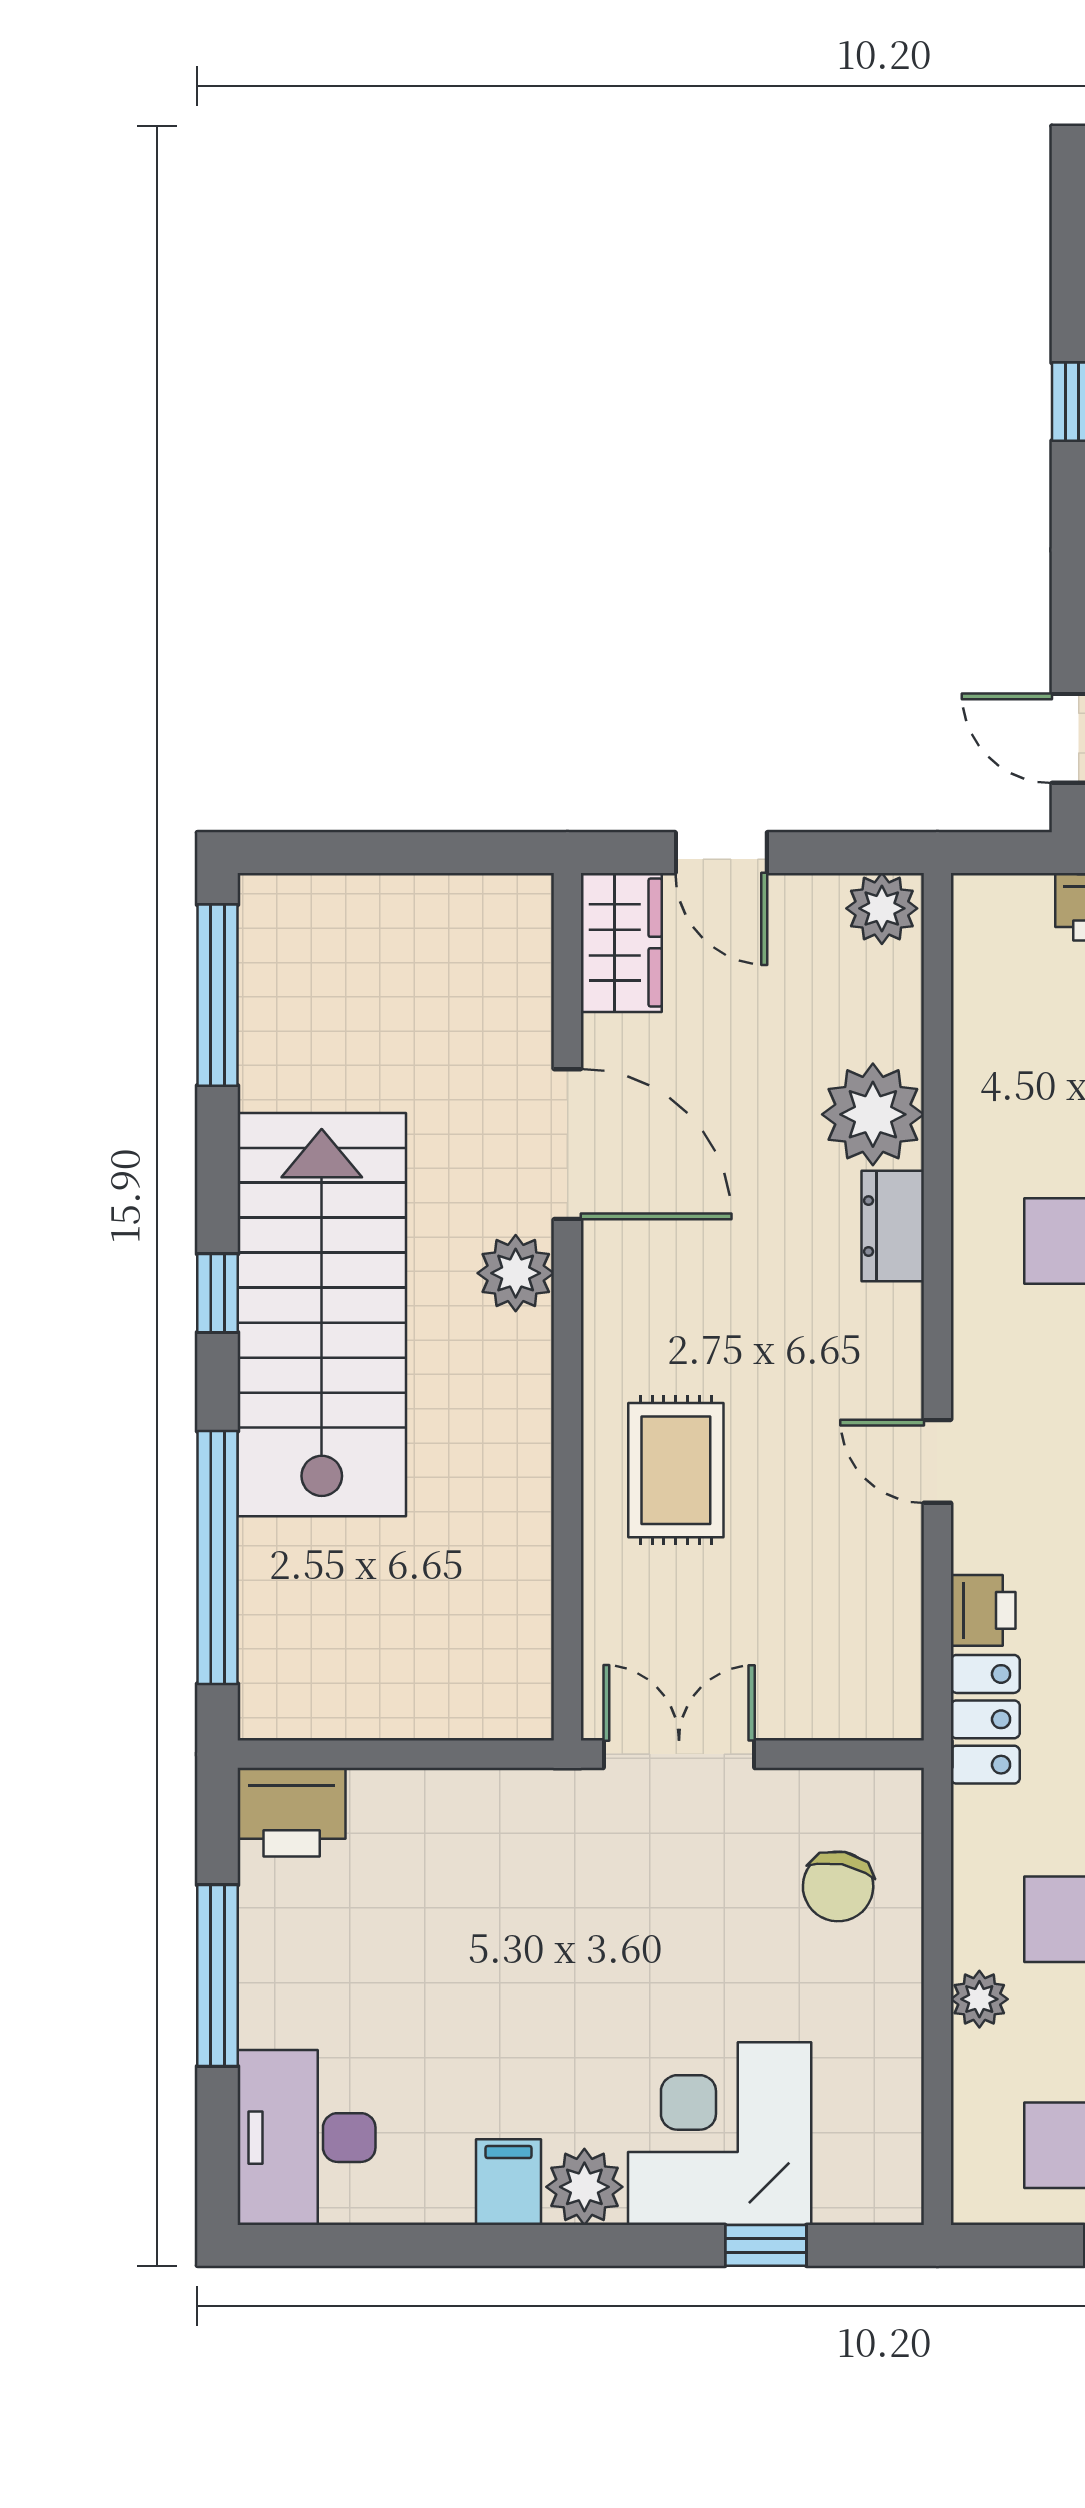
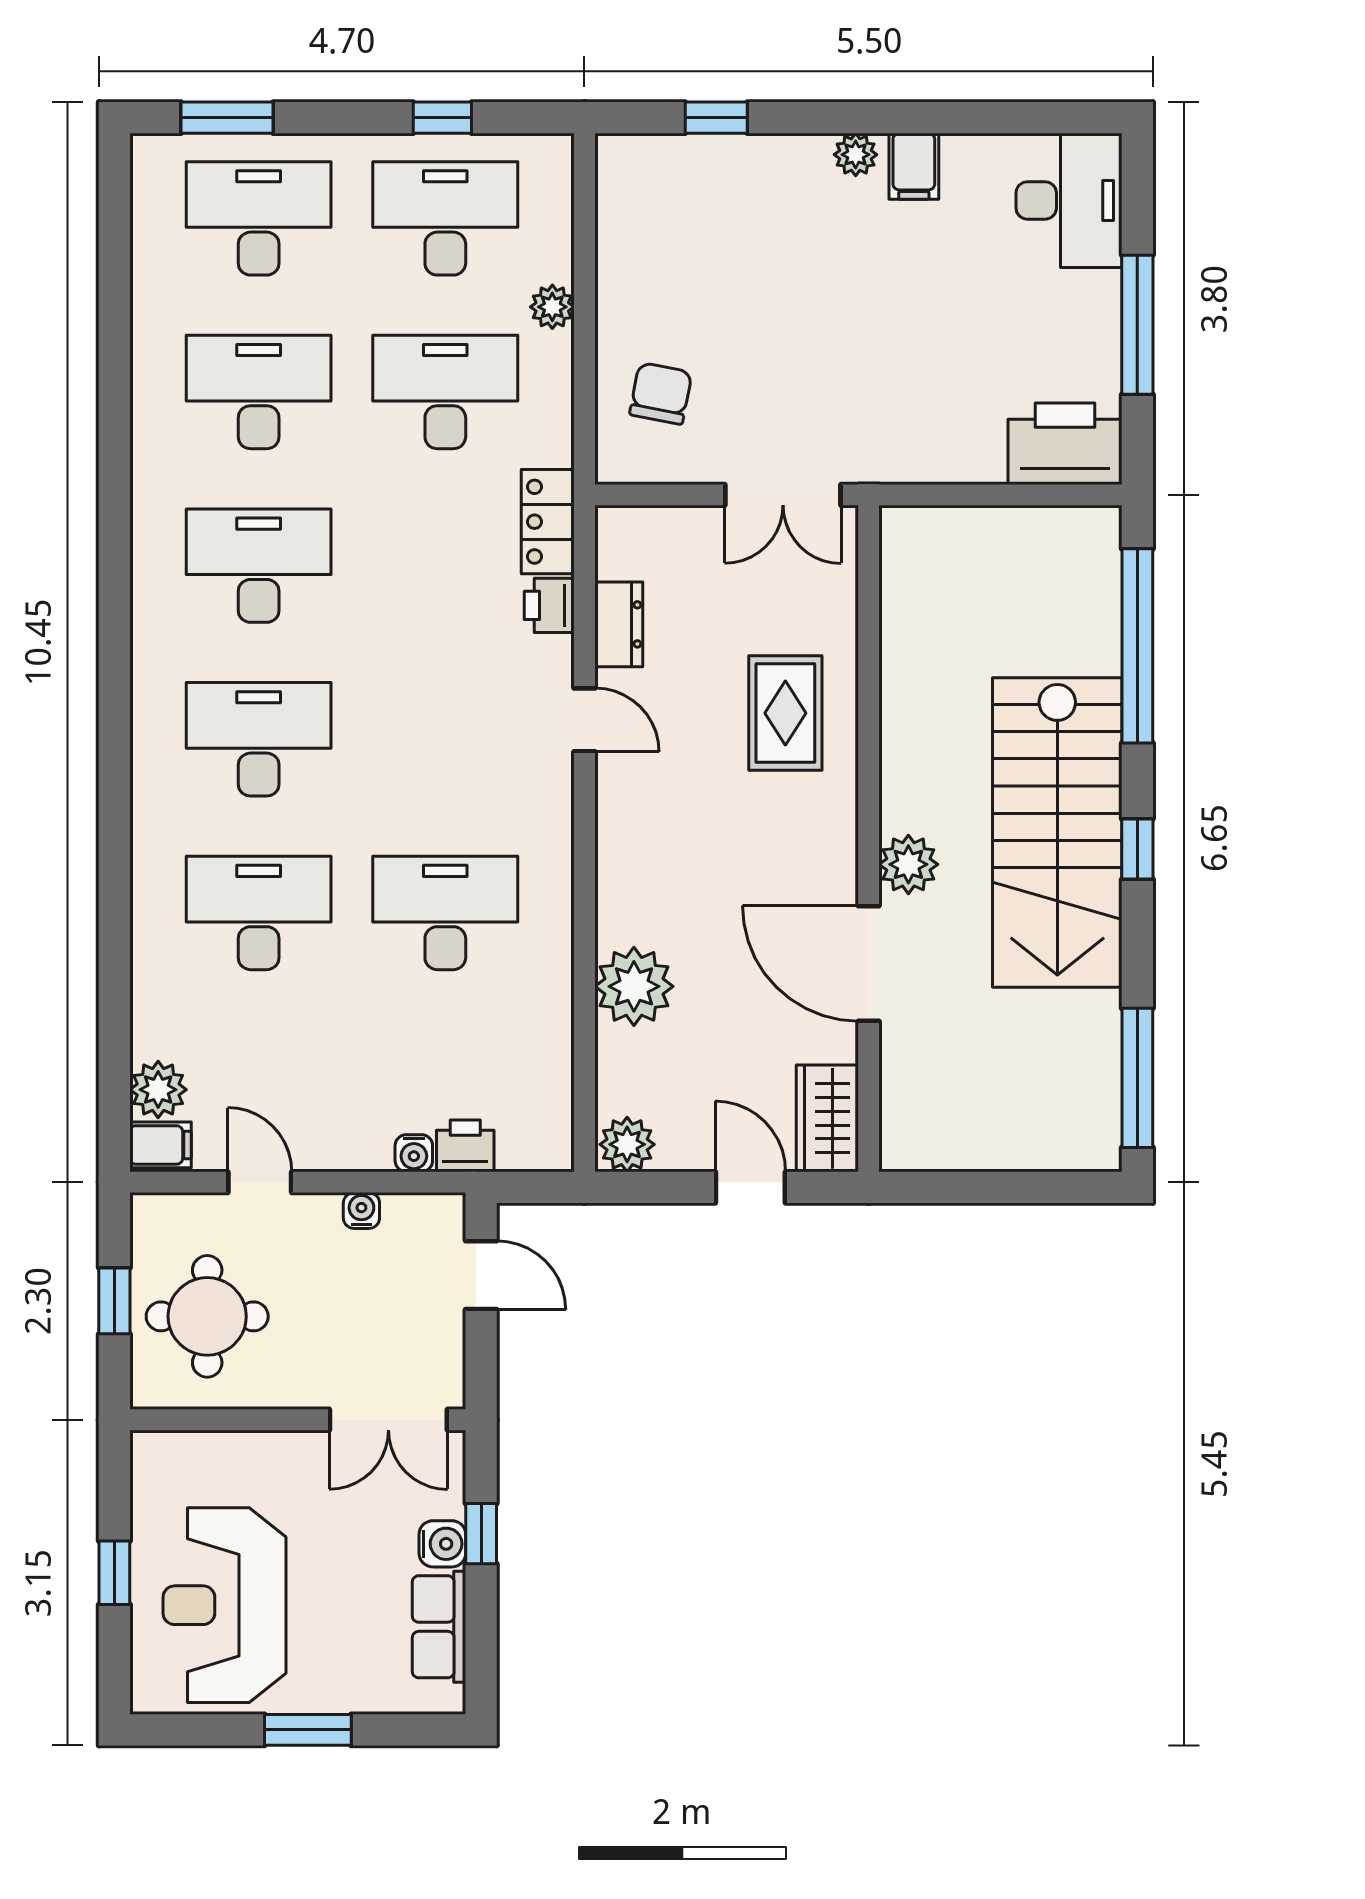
dresser: (893, 1226) -> (619, 624), moved
printer: (292, 1812) -> (1065, 444), width x1.37, depth x1.19
corner desk: (720, 2134) -> (752, 203), removed
plant: (584, 2187) -> (856, 155), width x0.73, depth x0.73

